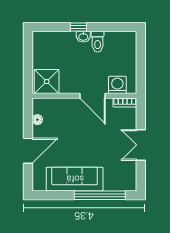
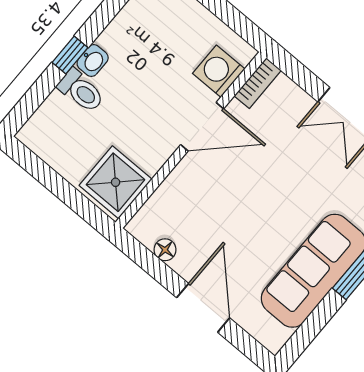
toilet: (98, 42) -> (81, 91), moved

